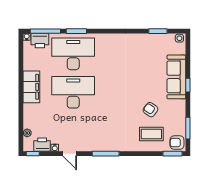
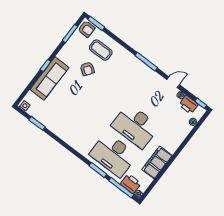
filing cabinet: (31, 87) -> (157, 162), moved
door: (70, 154) -> (173, 82), hinge flipped

